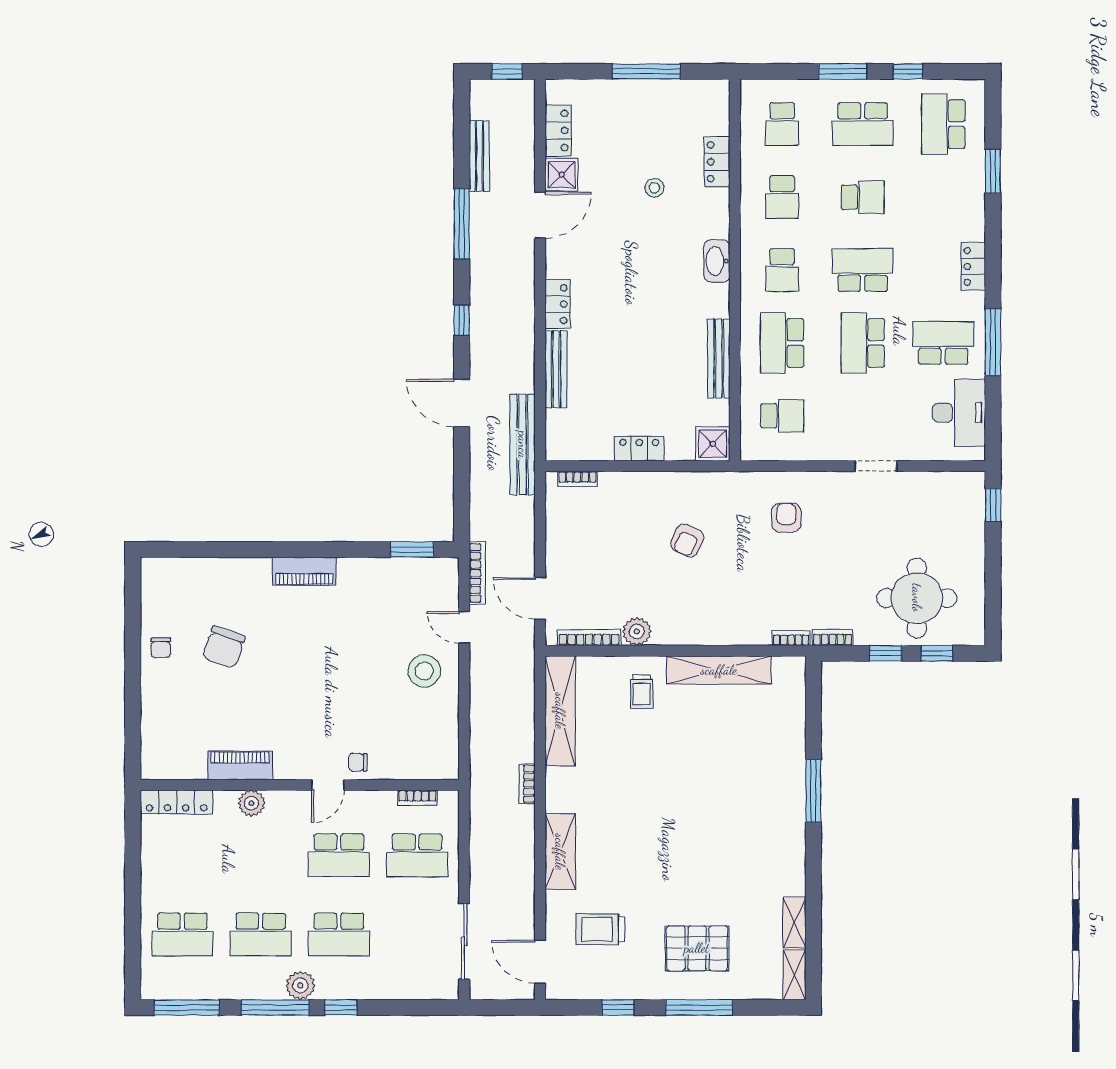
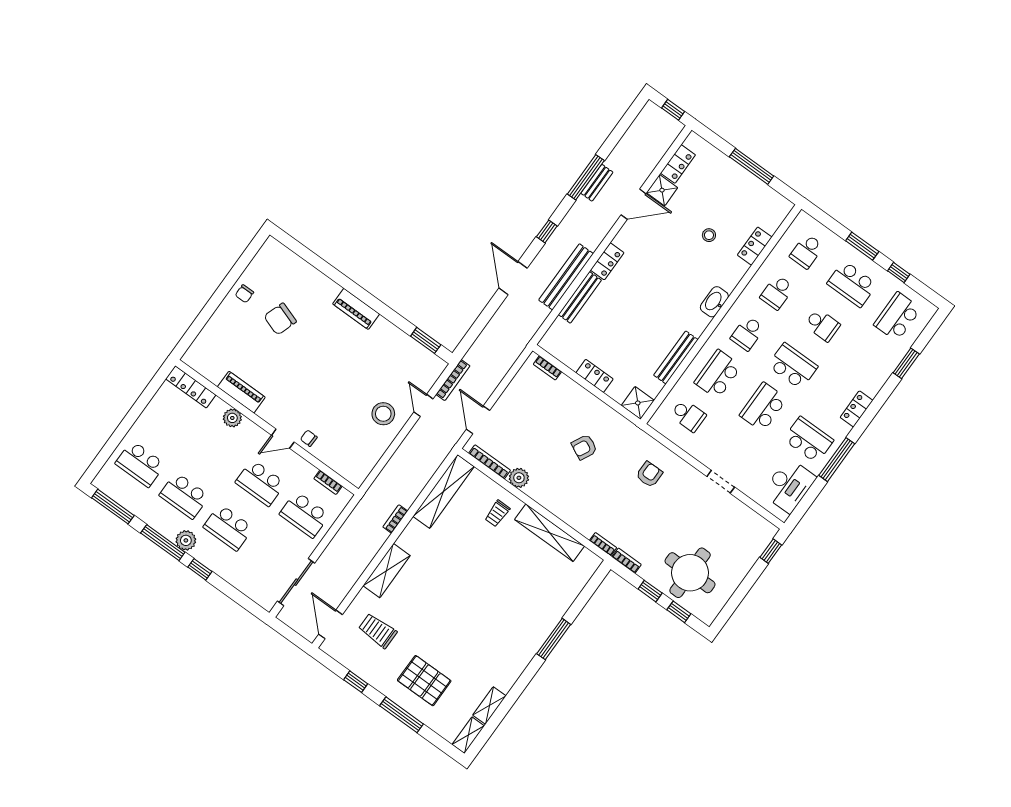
bench: (479, 156) -> (597, 183), moved, width x0.73
bench: (523, 445) -> (566, 277), moved

